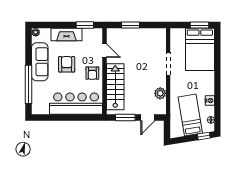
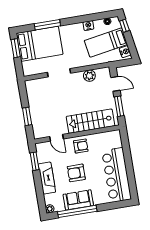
door: (104, 51) -> (57, 138), swing flipped
window: (217, 60) -> (47, 25), added
sofa: (40, 62) -> (78, 200), width x0.73
window: (29, 84) -> (77, 211), moved
bar counter: (76, 104) -> (117, 175), moved
nightstand: (178, 132) -> (125, 52), added

